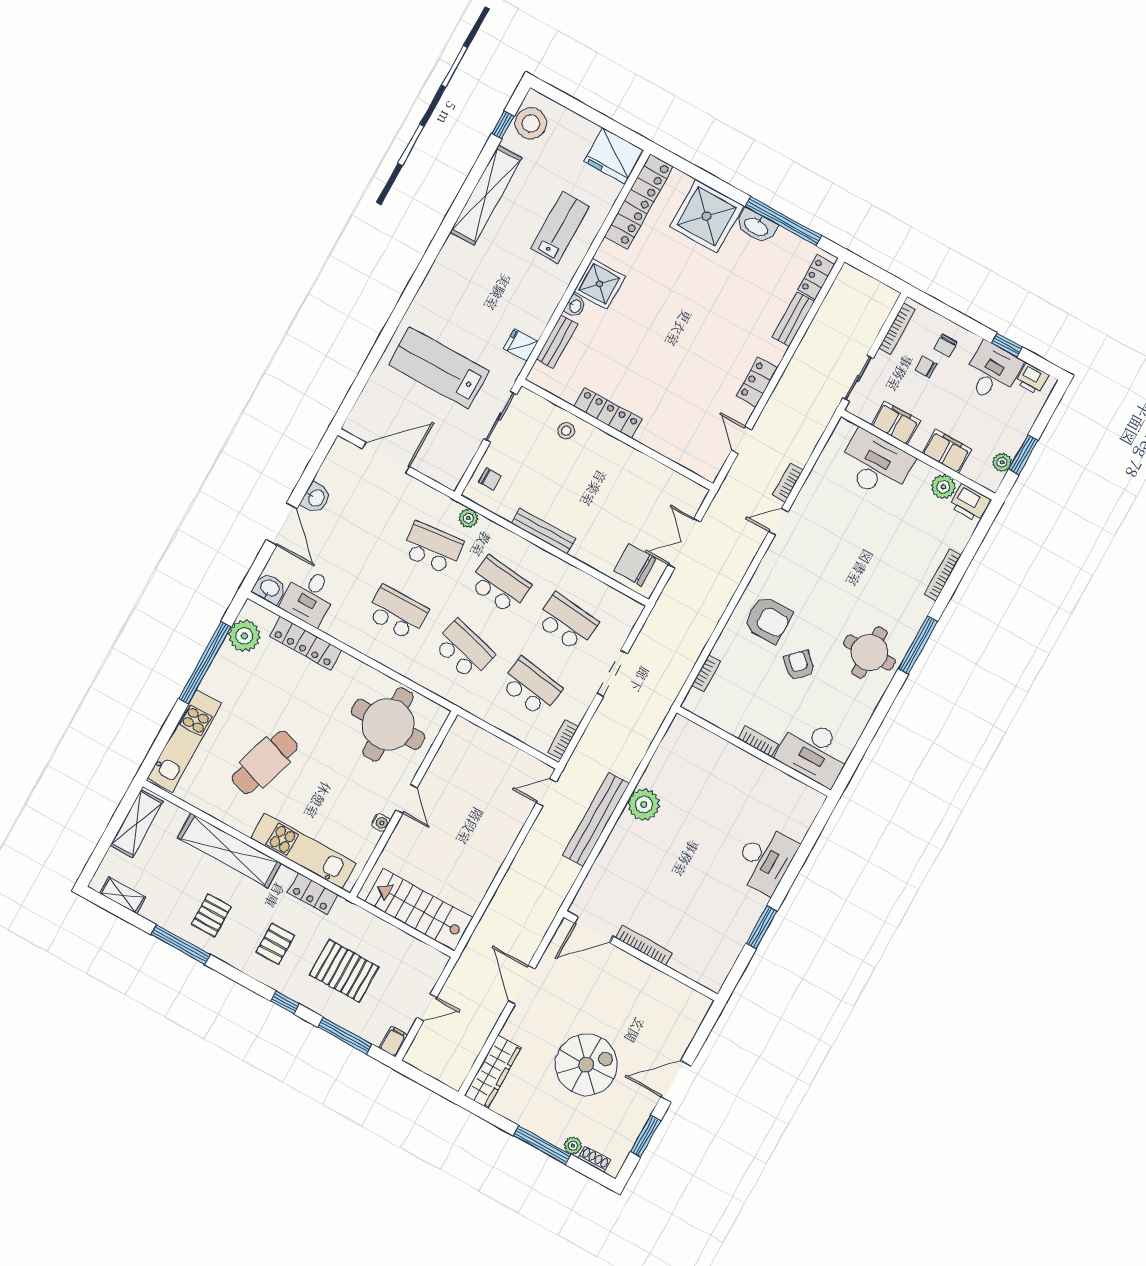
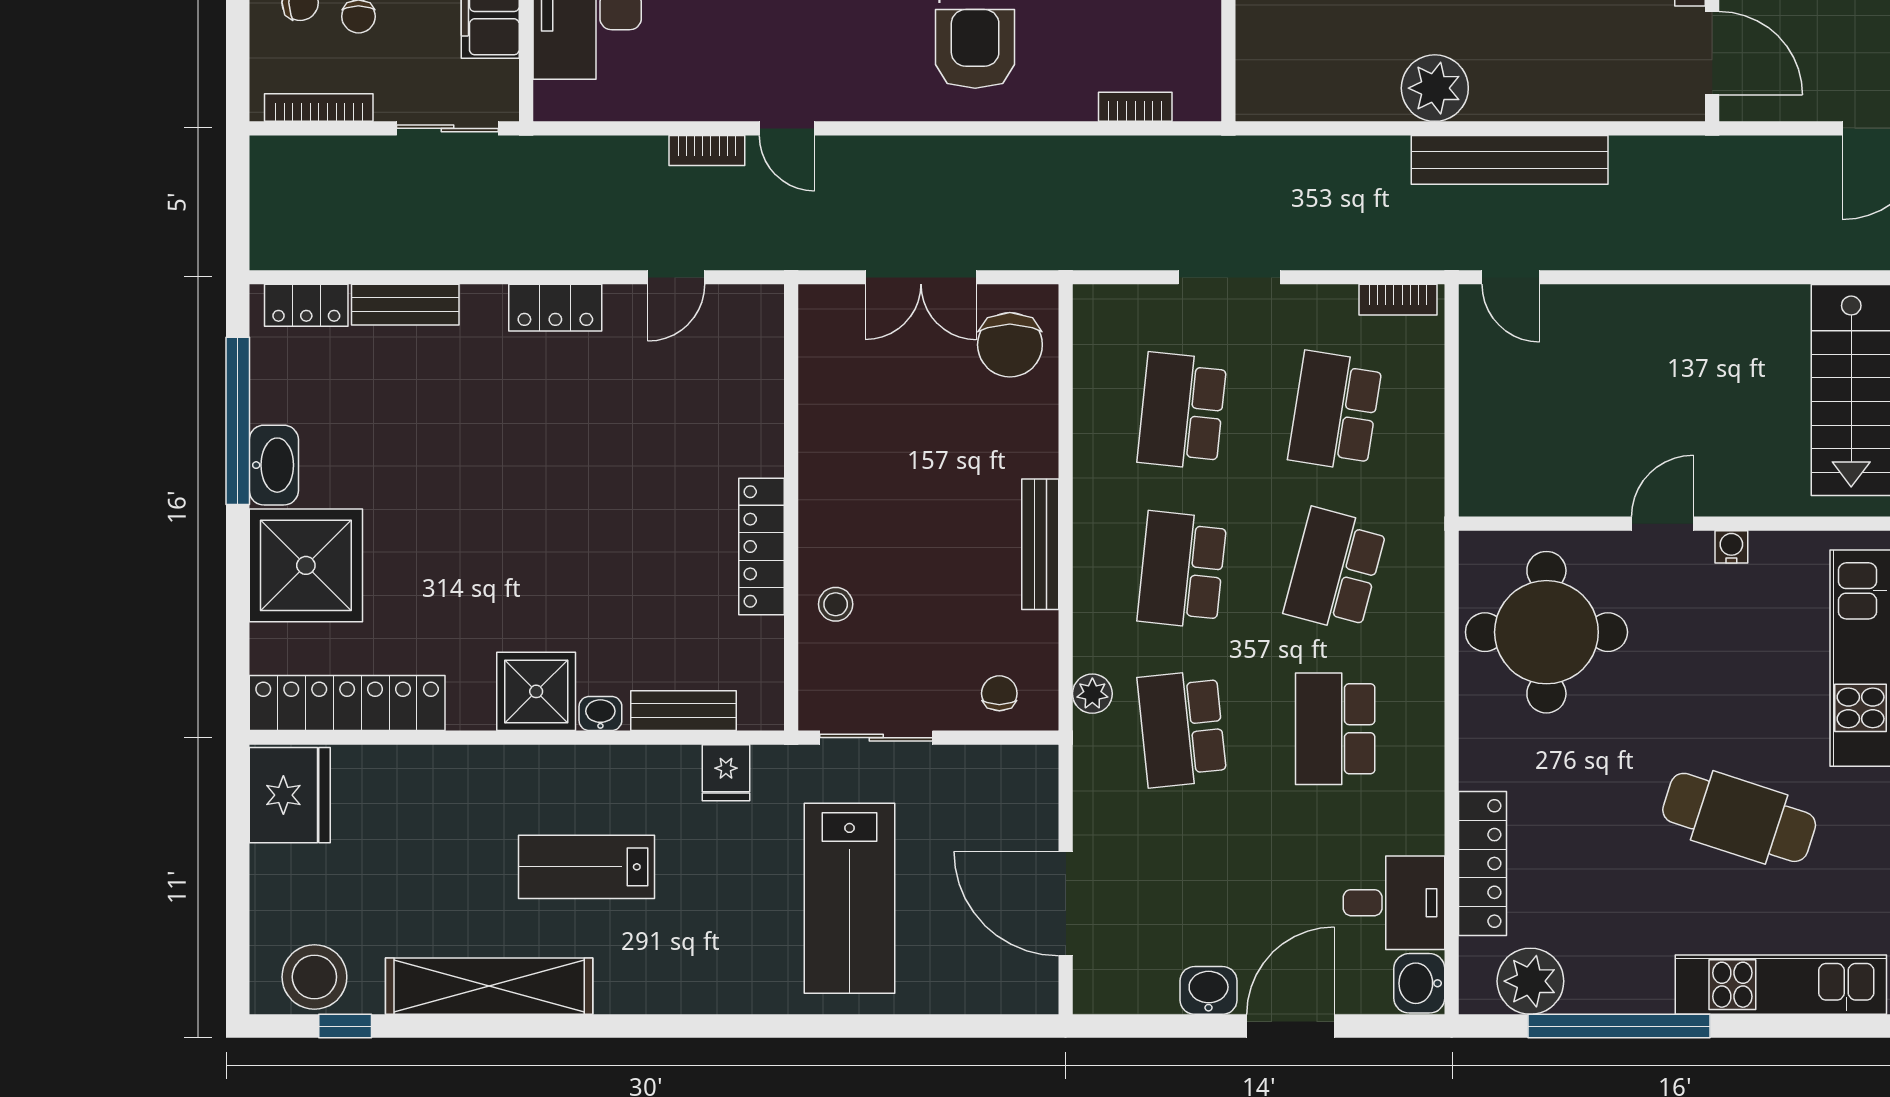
lab bench: (560, 228) -> (587, 867), moved

